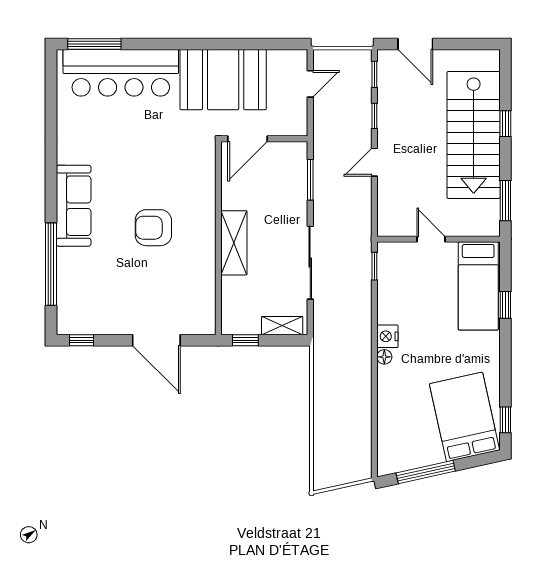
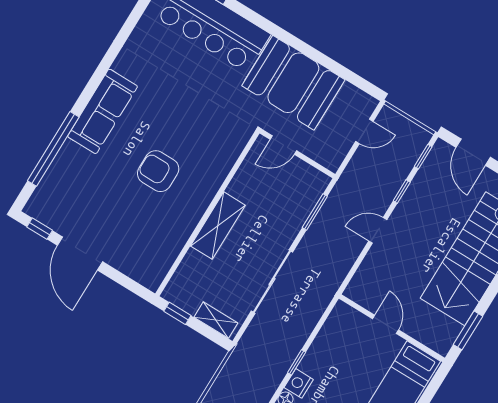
door: (248, 139) -> (283, 145), width x0.73
window: (374, 266) -> (297, 362), moved
door: (156, 340) -> (80, 253), moved

